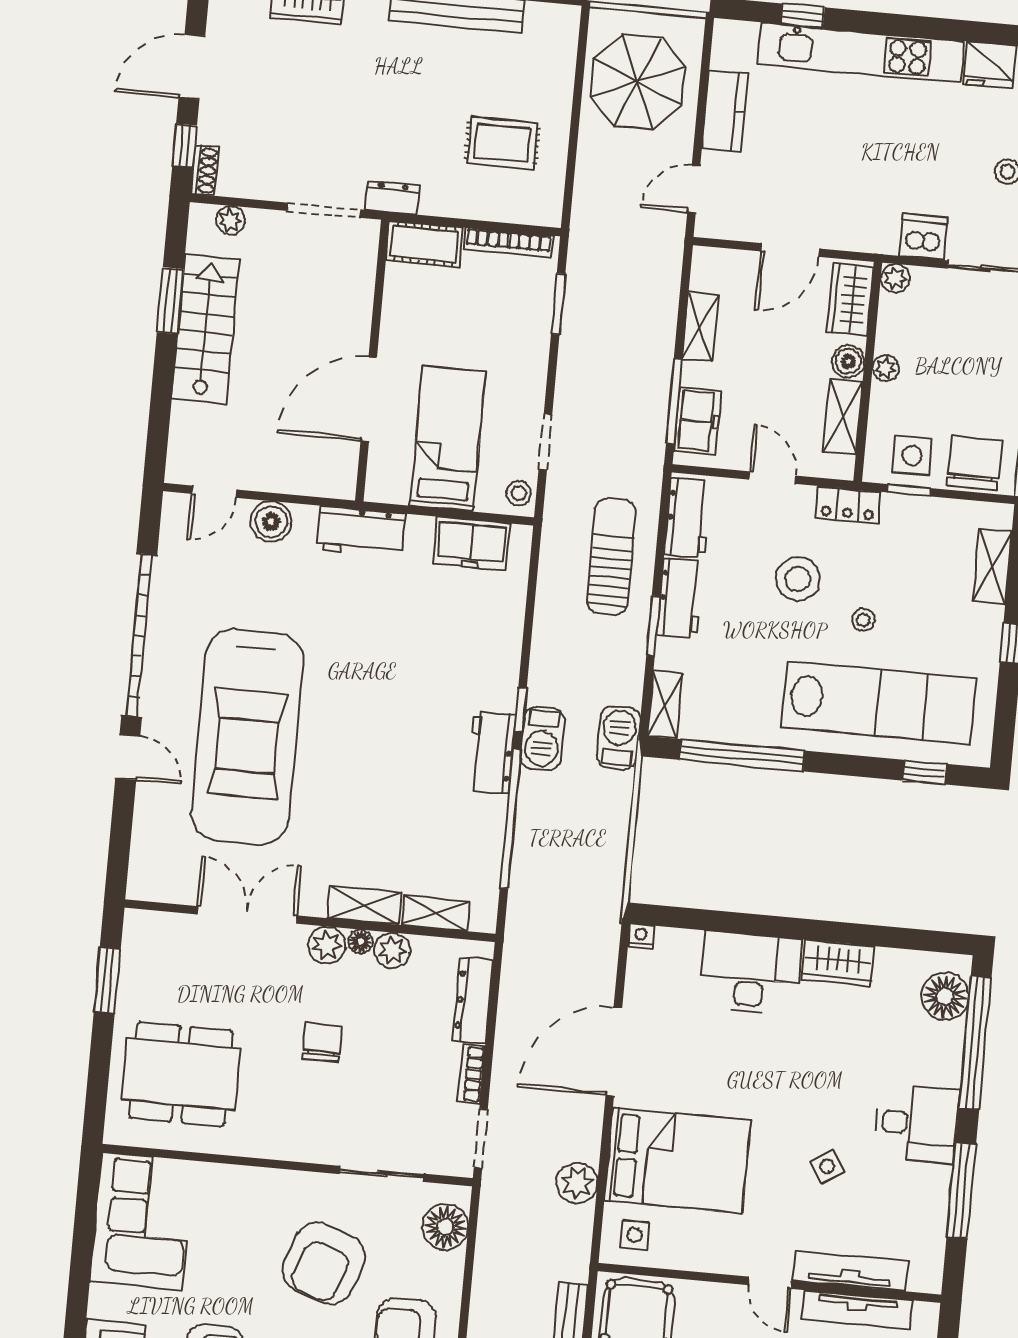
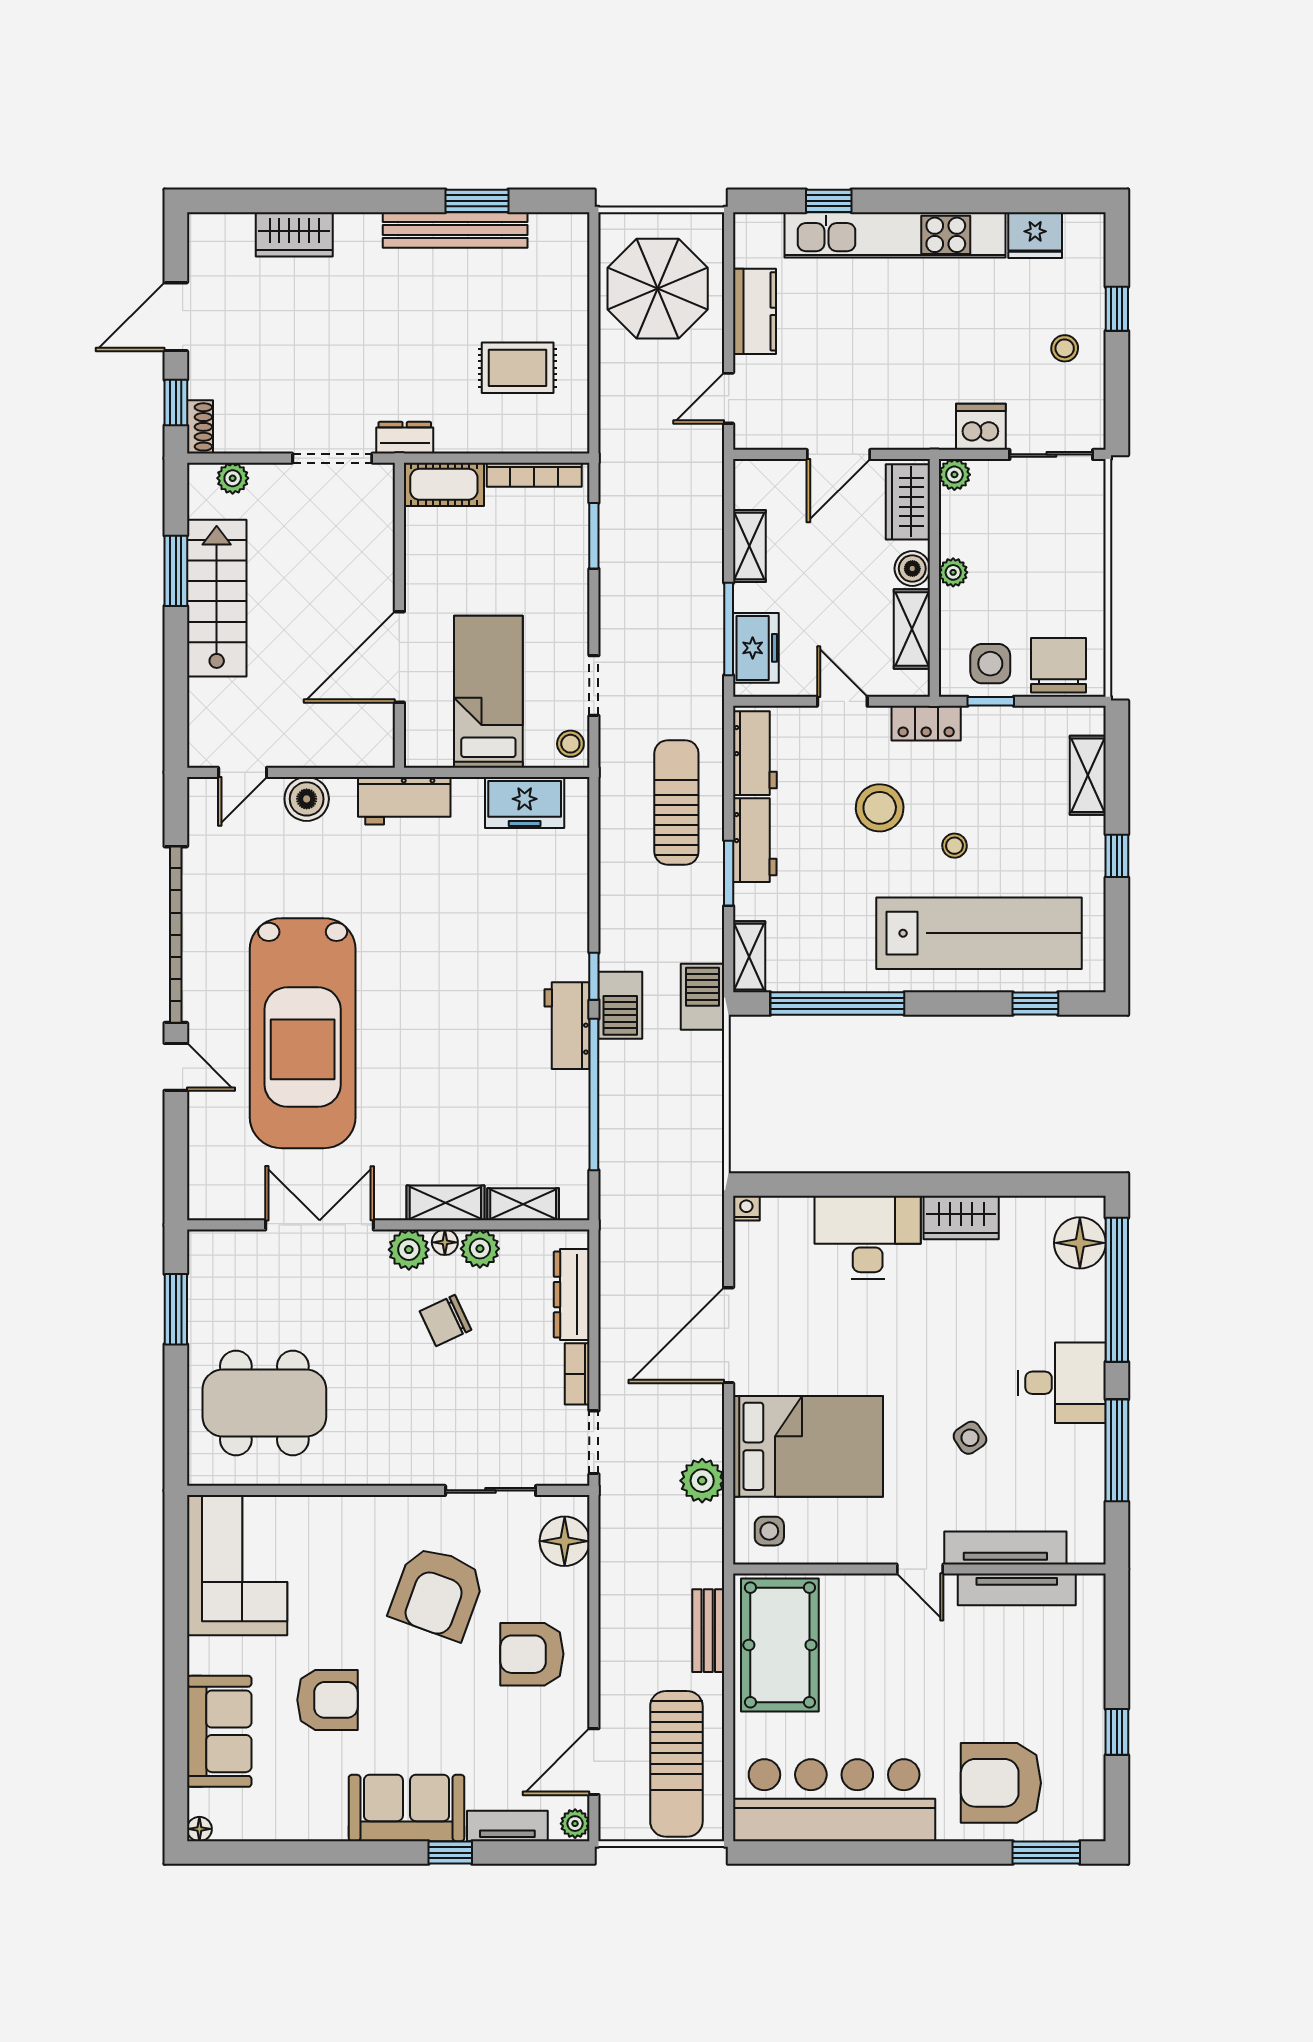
chair: (322, 1042) -> (446, 1321), moved, turned -115

